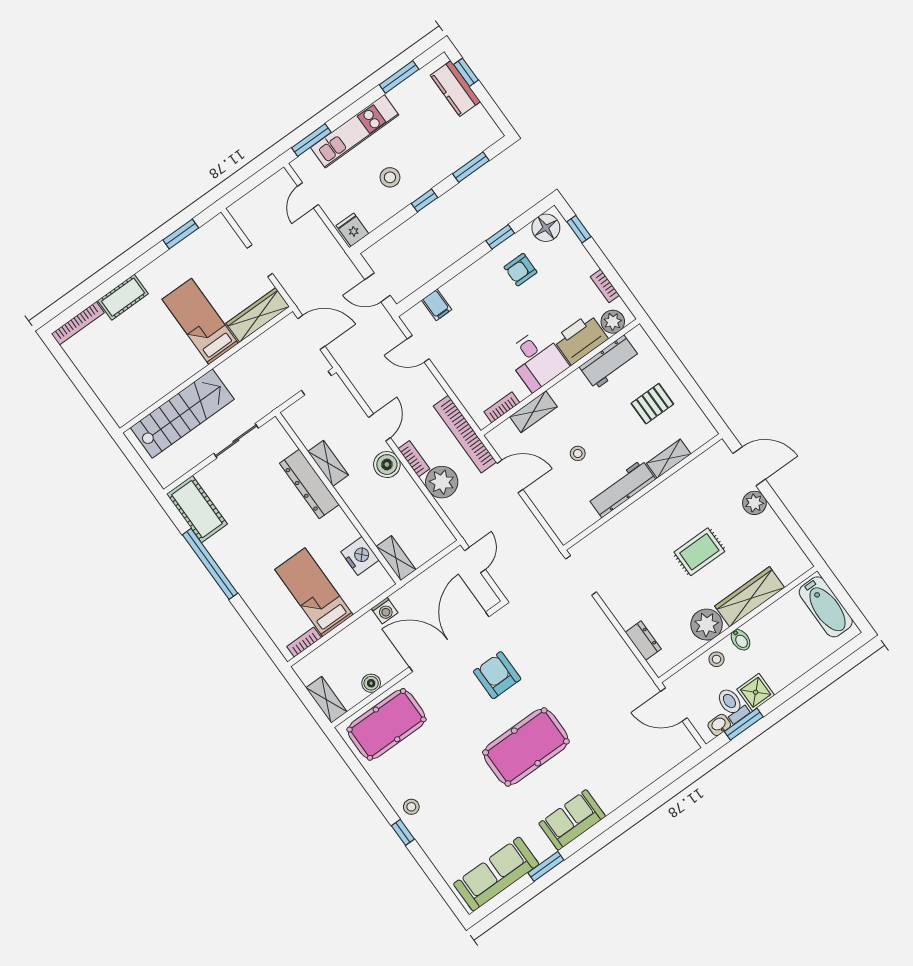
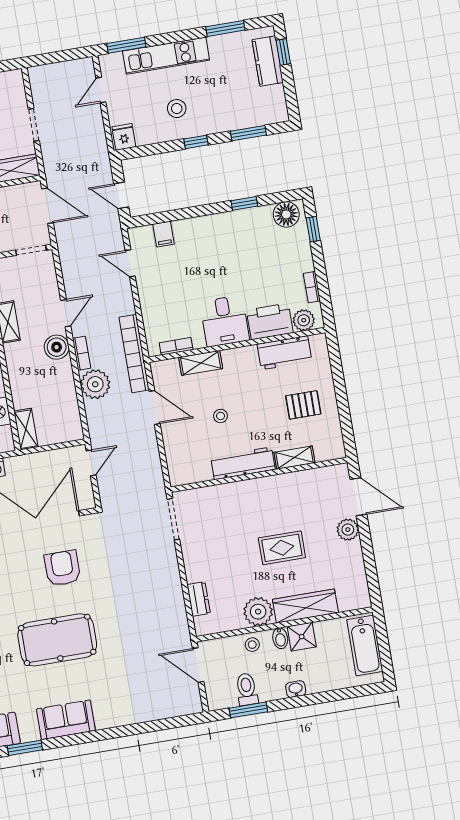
armchair: (520, 270) -> (248, 239), removed
shower: (756, 692) -> (302, 637), moved
washbasin: (719, 725) -> (296, 689), moved

